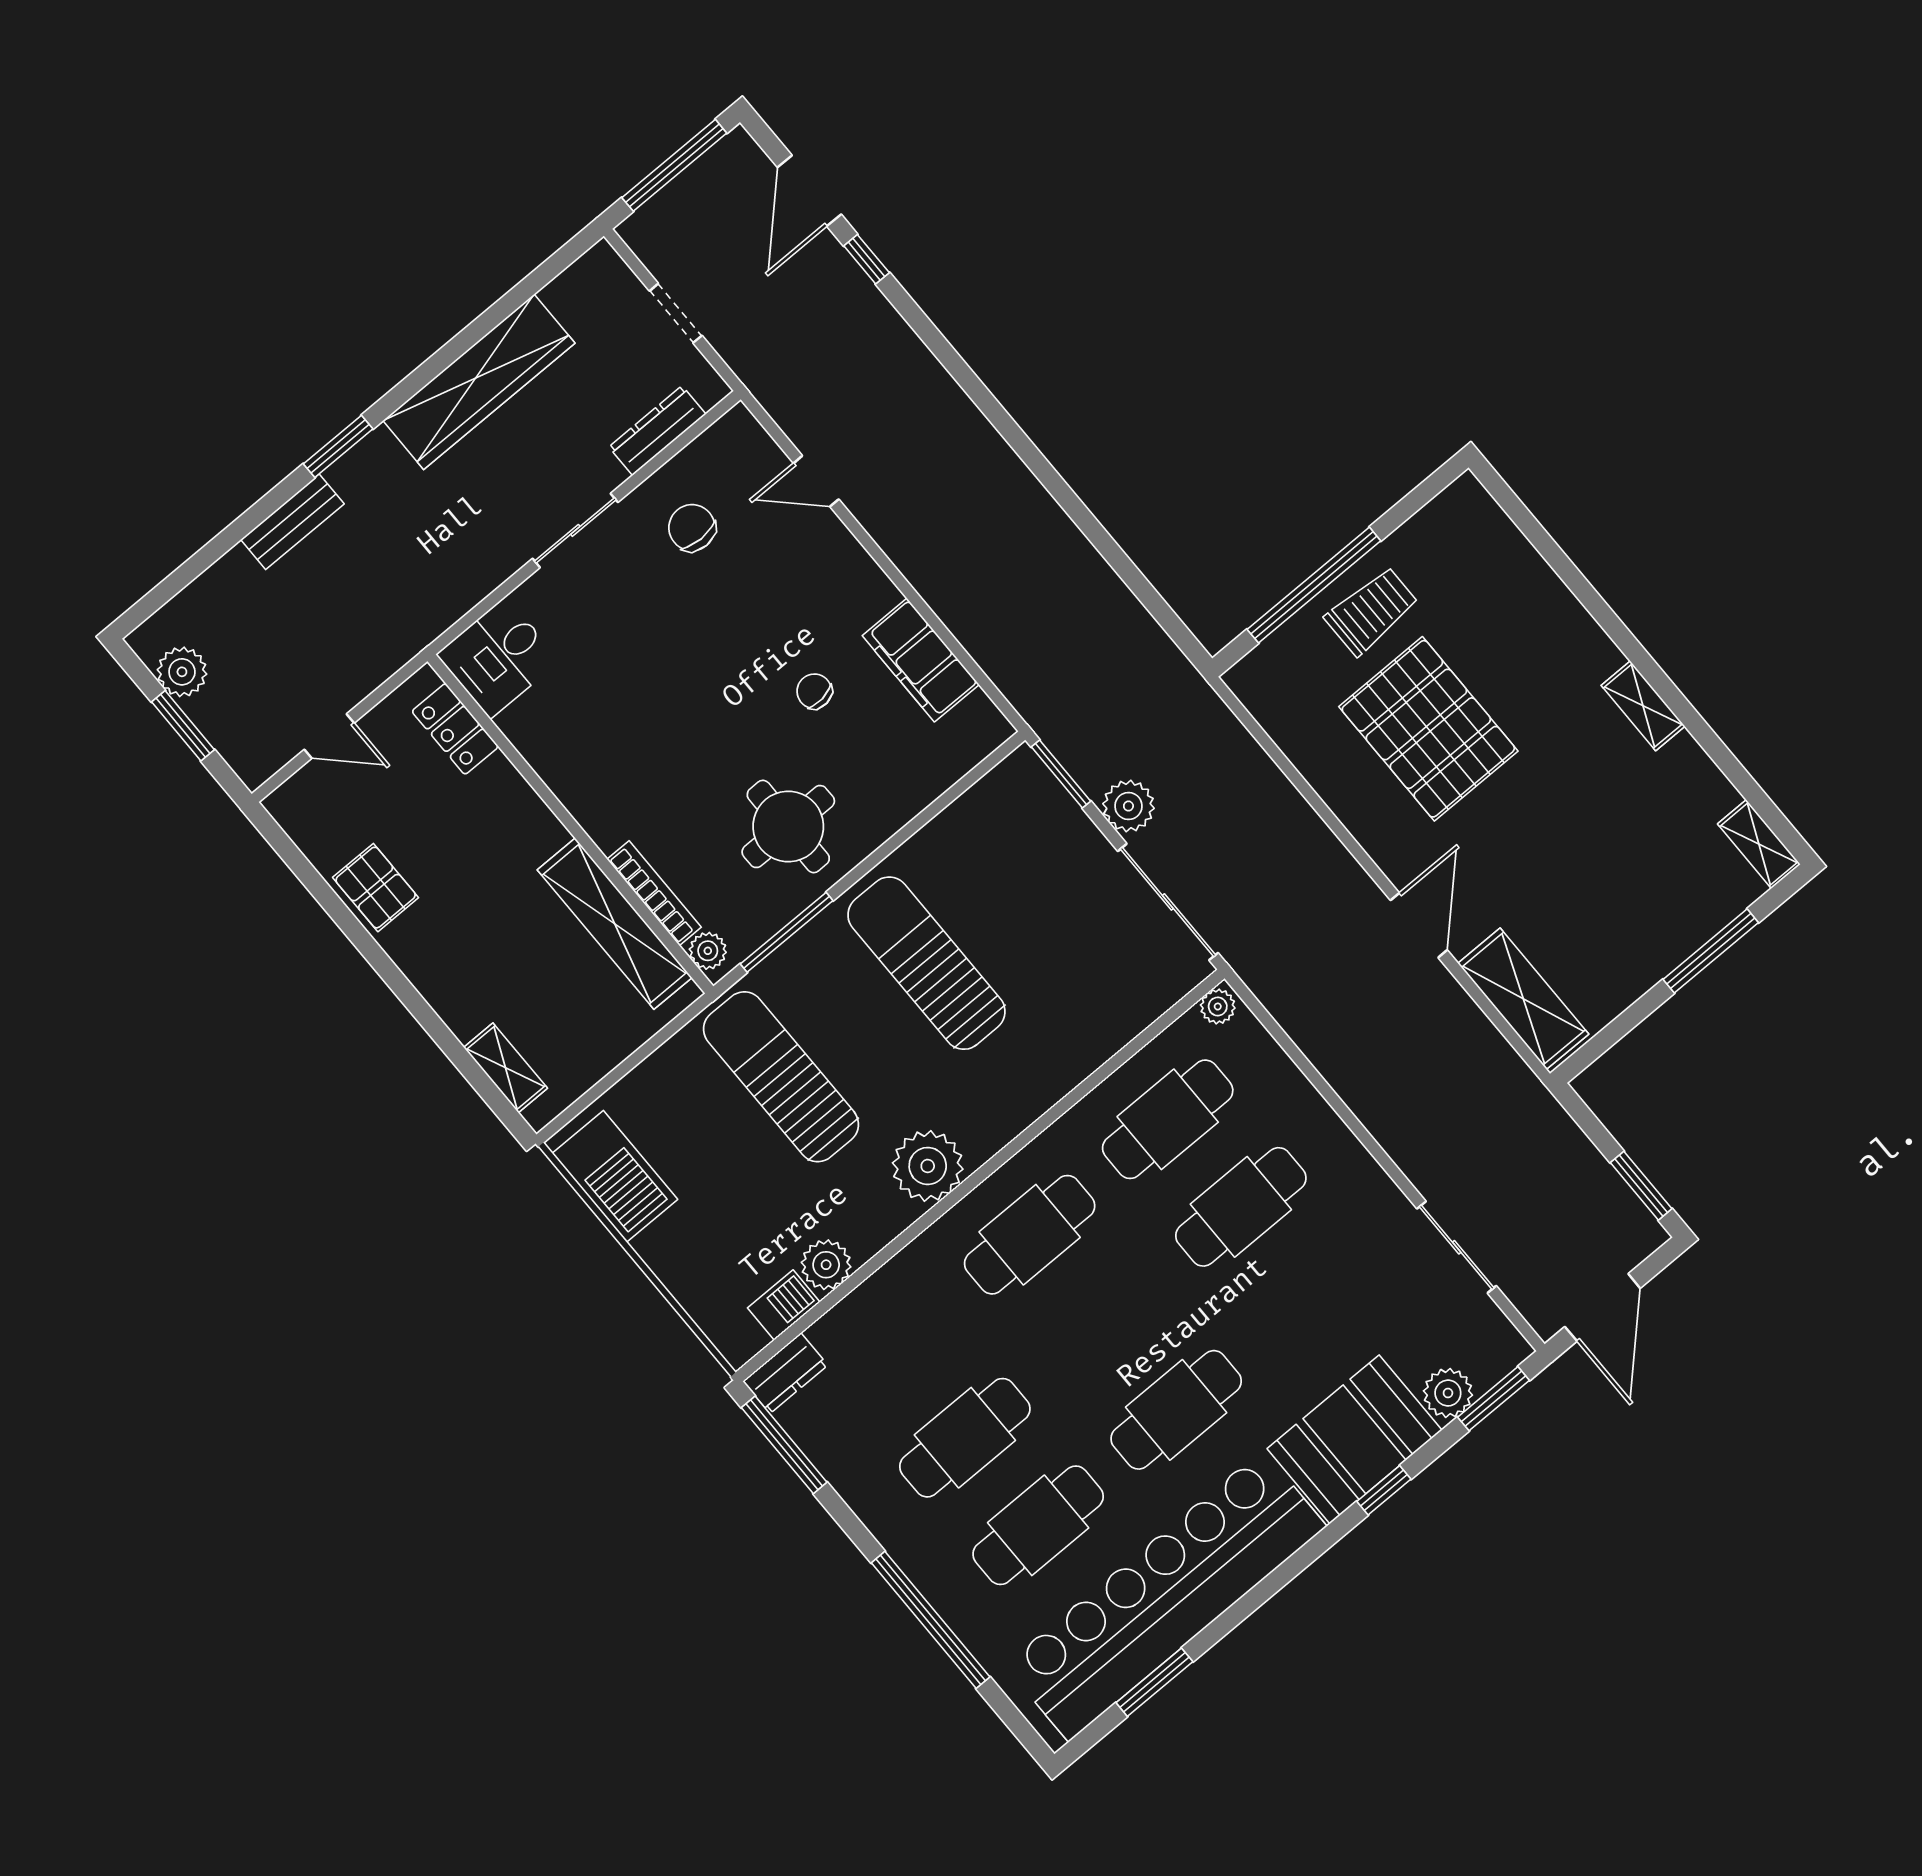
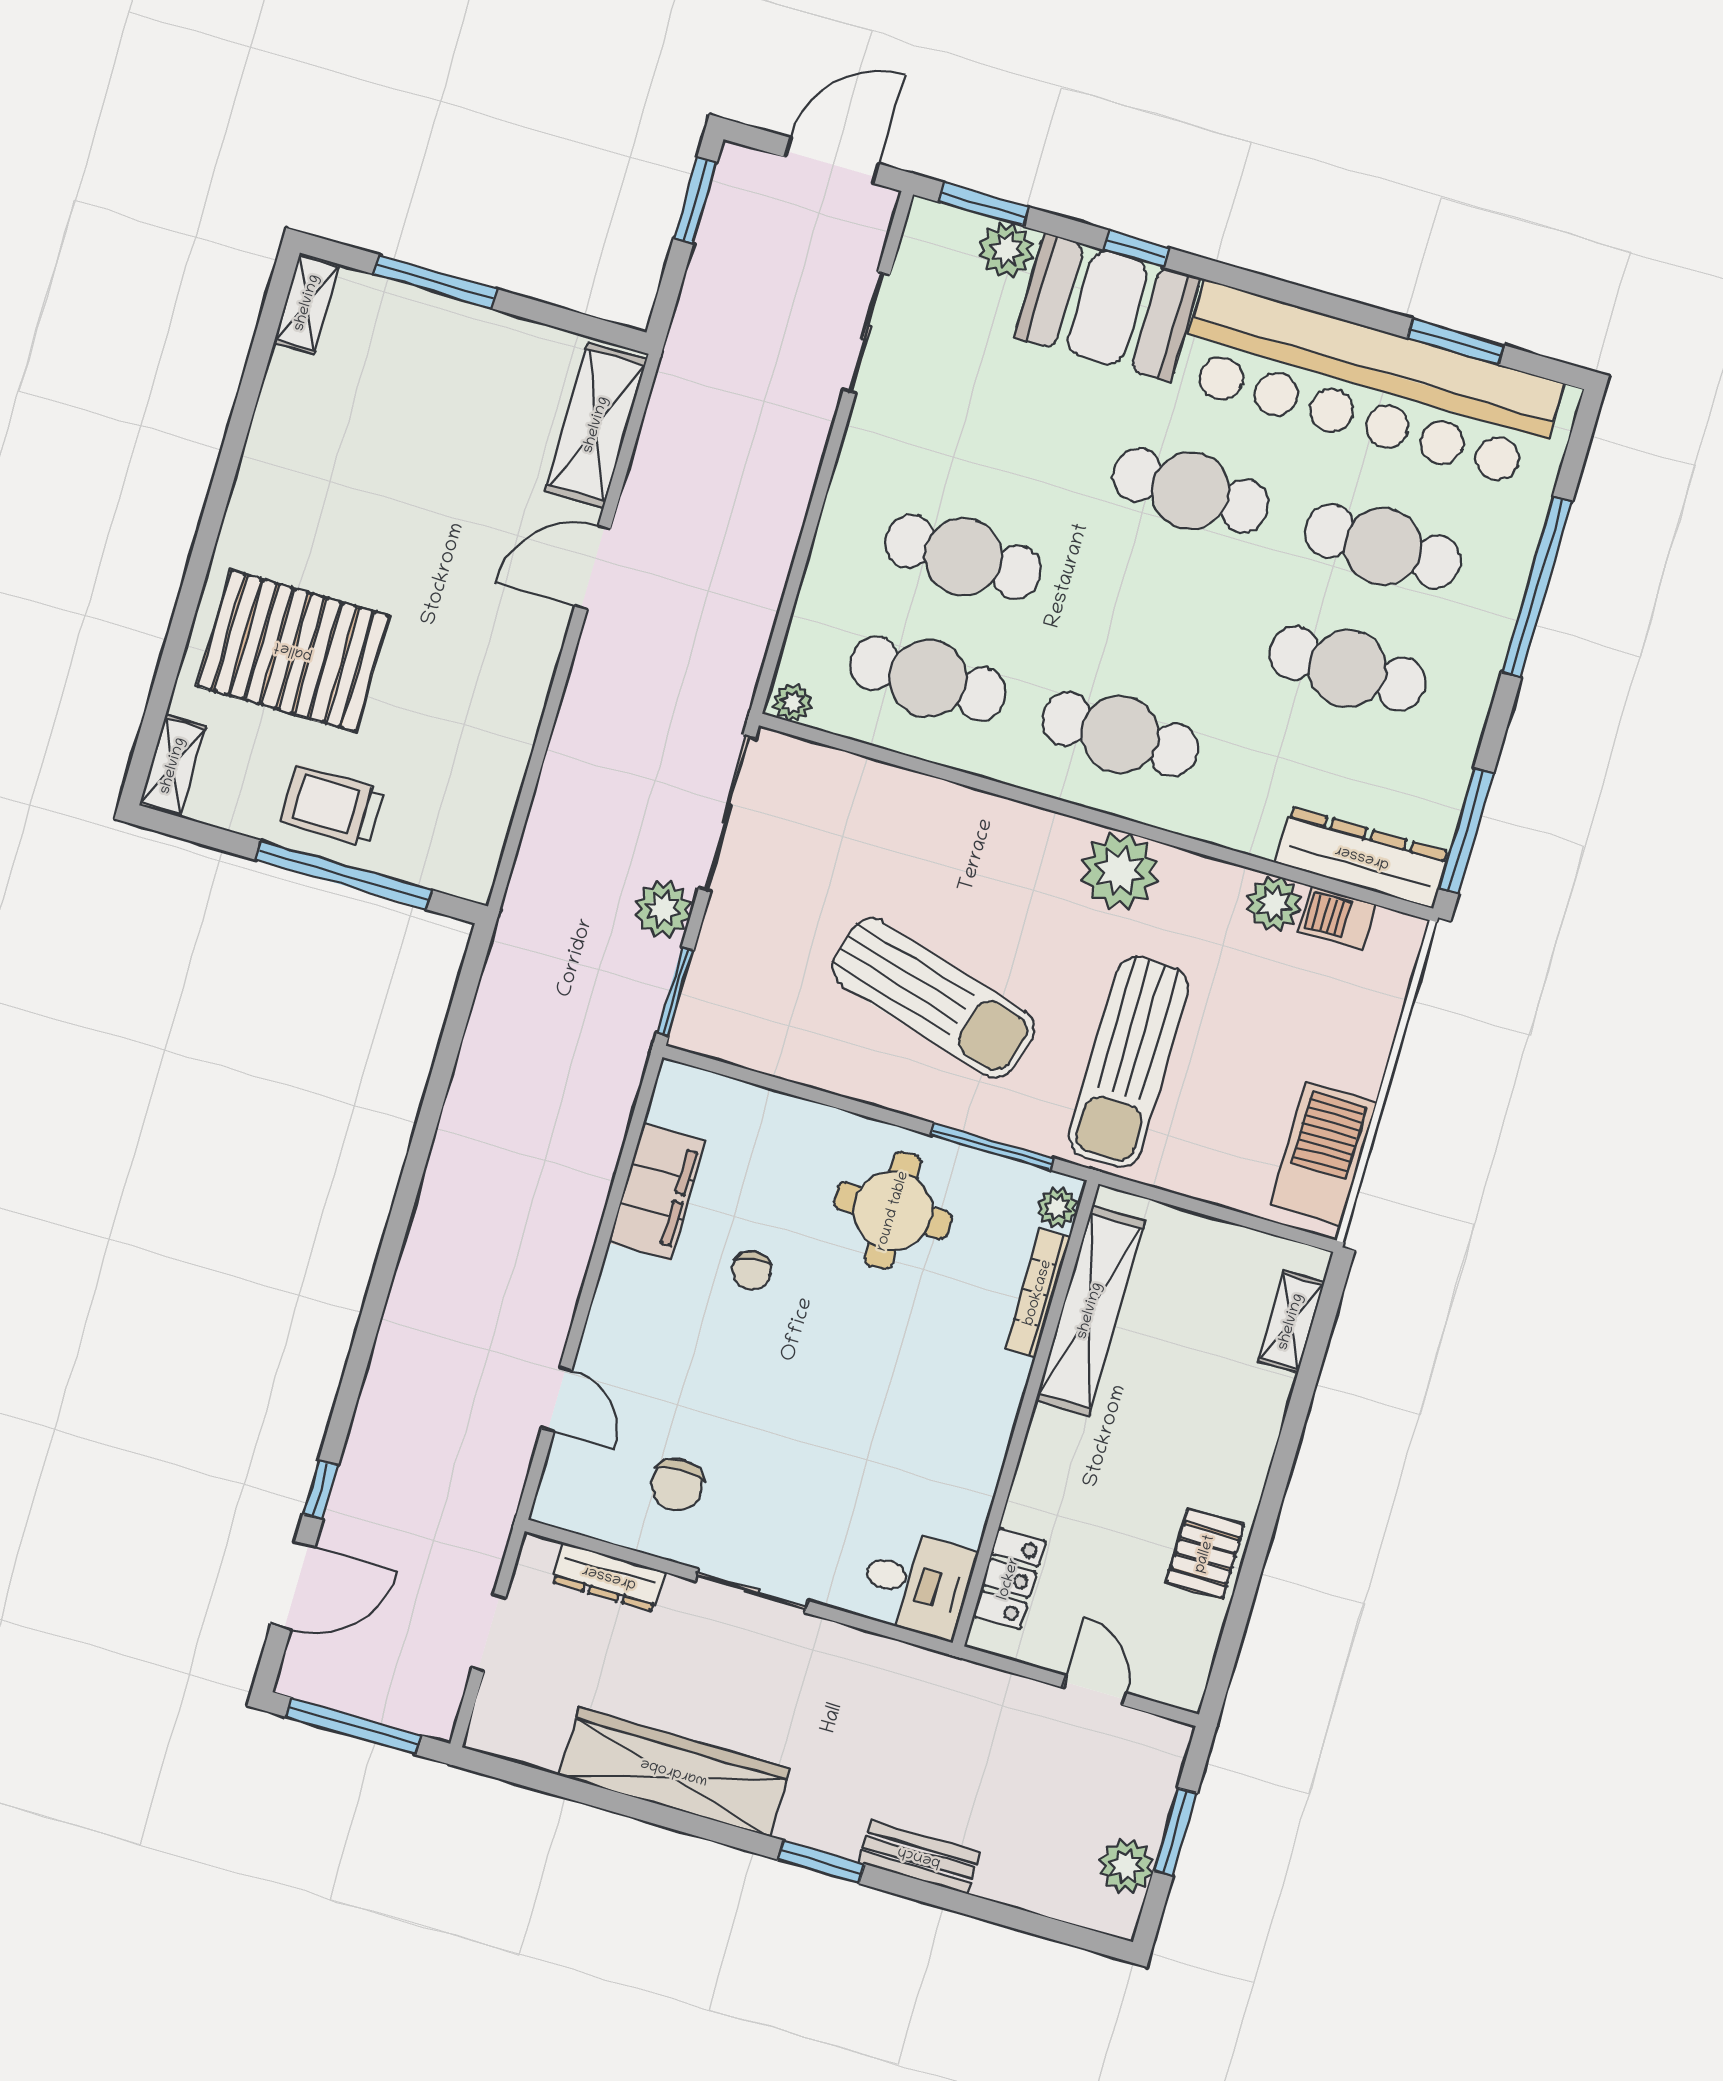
shelving: (1643, 706) -> (173, 766), moved
pallet: (1428, 729) -> (293, 651), moved, turned 90
sun lounger: (926, 963) -> (933, 998), turned -74
dresser: (785, 1373) -> (1362, 857), width x1.96, depth x1.24

